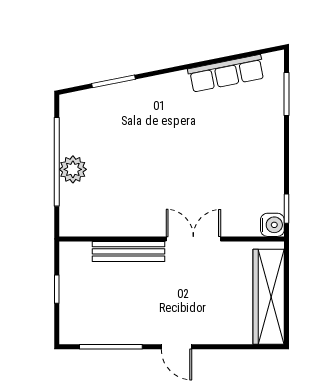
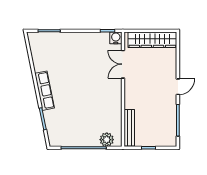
row of seats: (226, 73) -> (45, 91), moved
plant: (73, 169) -> (107, 140), moved
double door: (193, 239) -> (123, 64), moved
bench: (129, 251) -> (129, 128), moved

